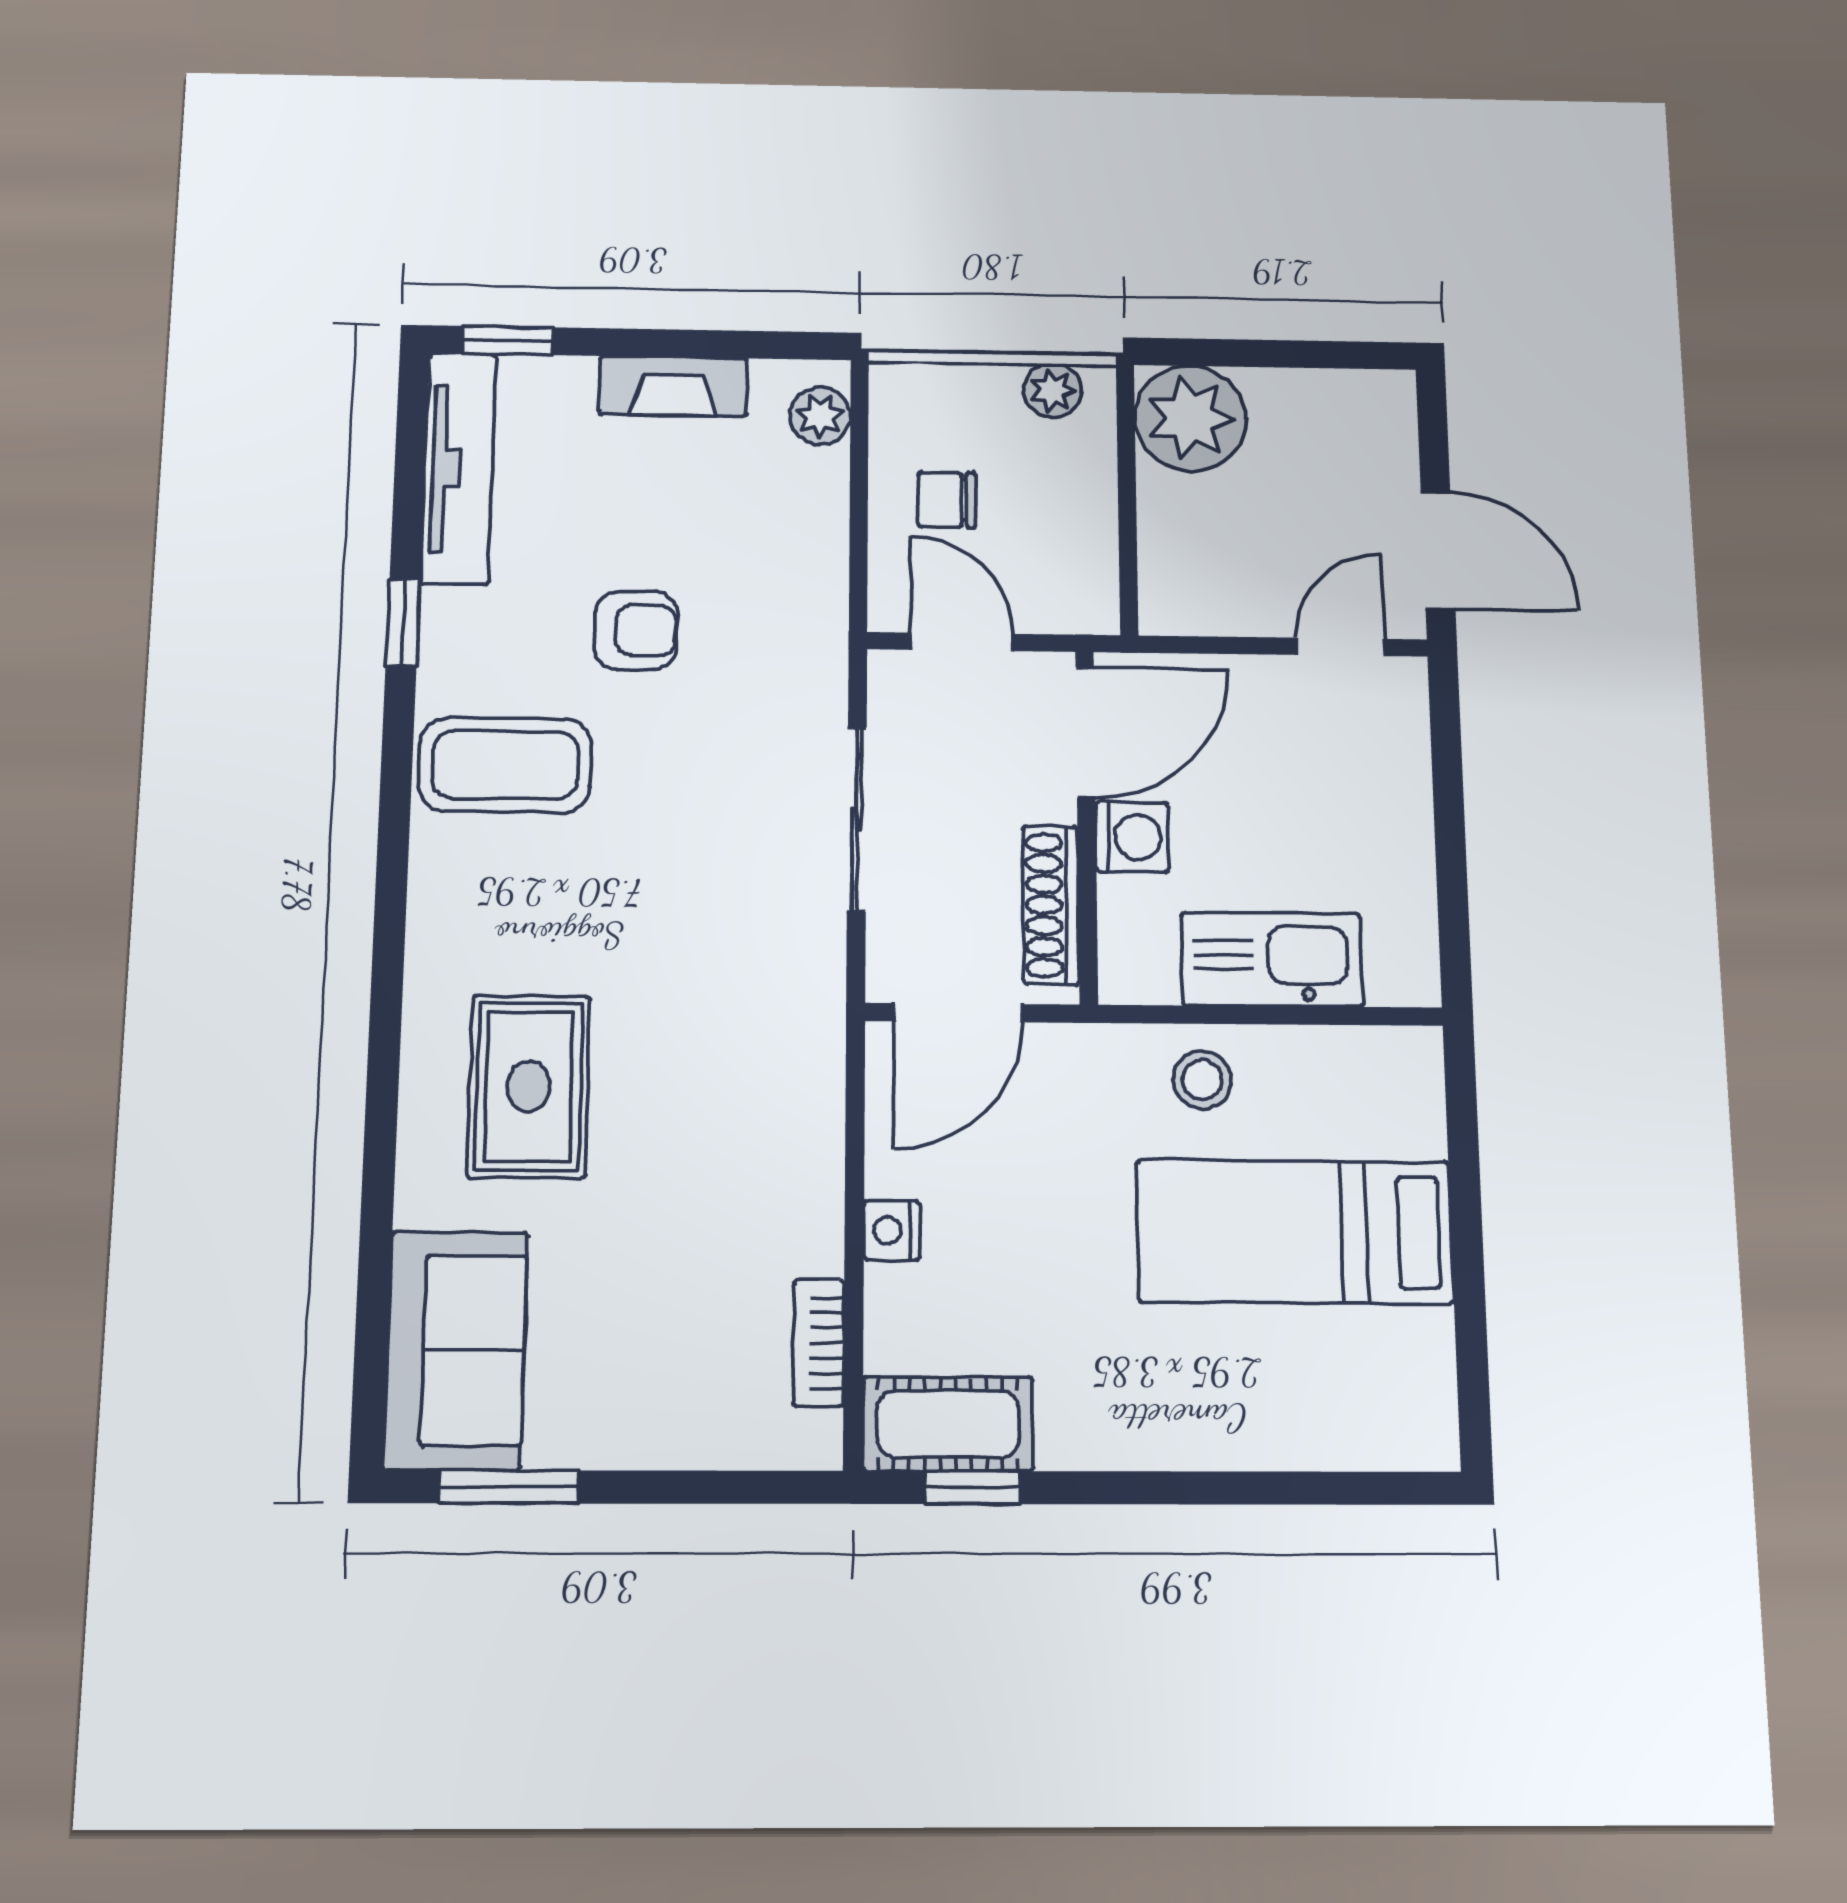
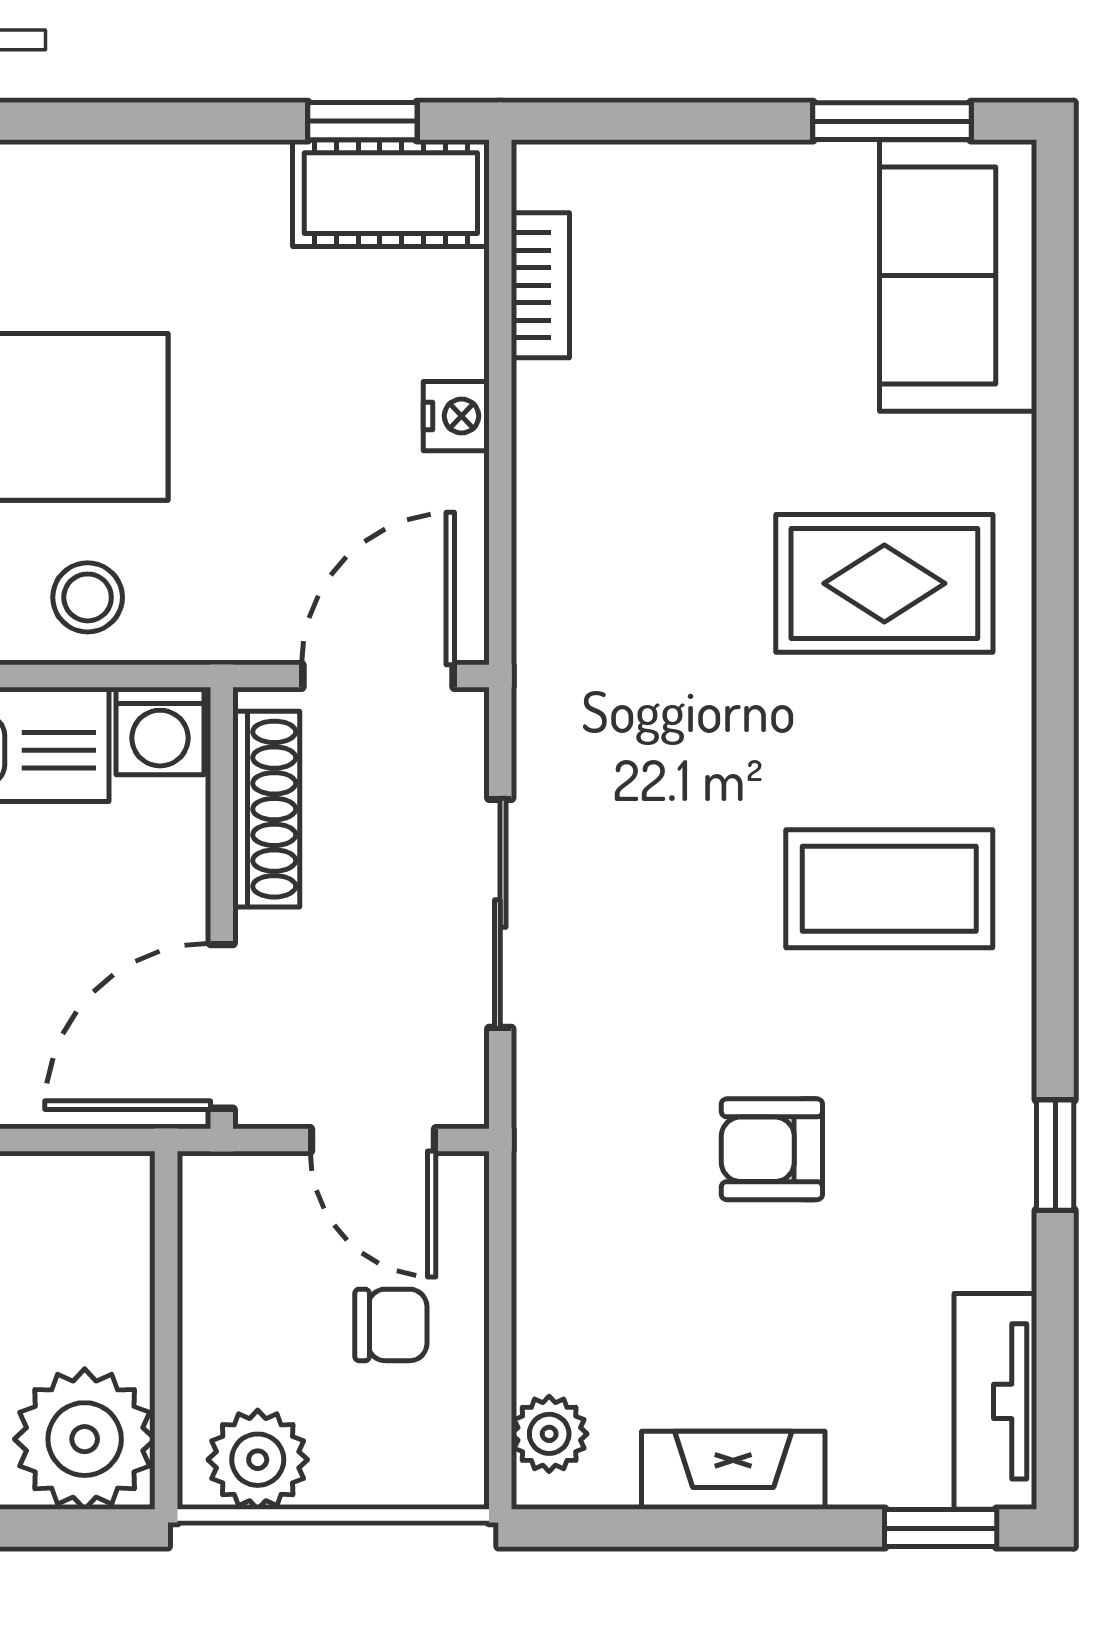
plant: (1053, 390) -> (258, 1460), width x1.38, depth x1.38
tv unit: (458, 468) -> (995, 1401), width x0.71
coffee table: (505, 765) -> (889, 889), moved
washing machine: (1132, 837) -> (160, 731), moved, turned -90
rug: (529, 1087) -> (884, 583), turned 90

